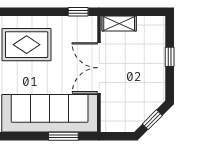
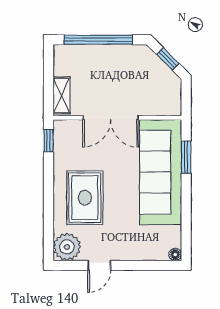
window: (170, 57) -> (98, 40), width x3.17

